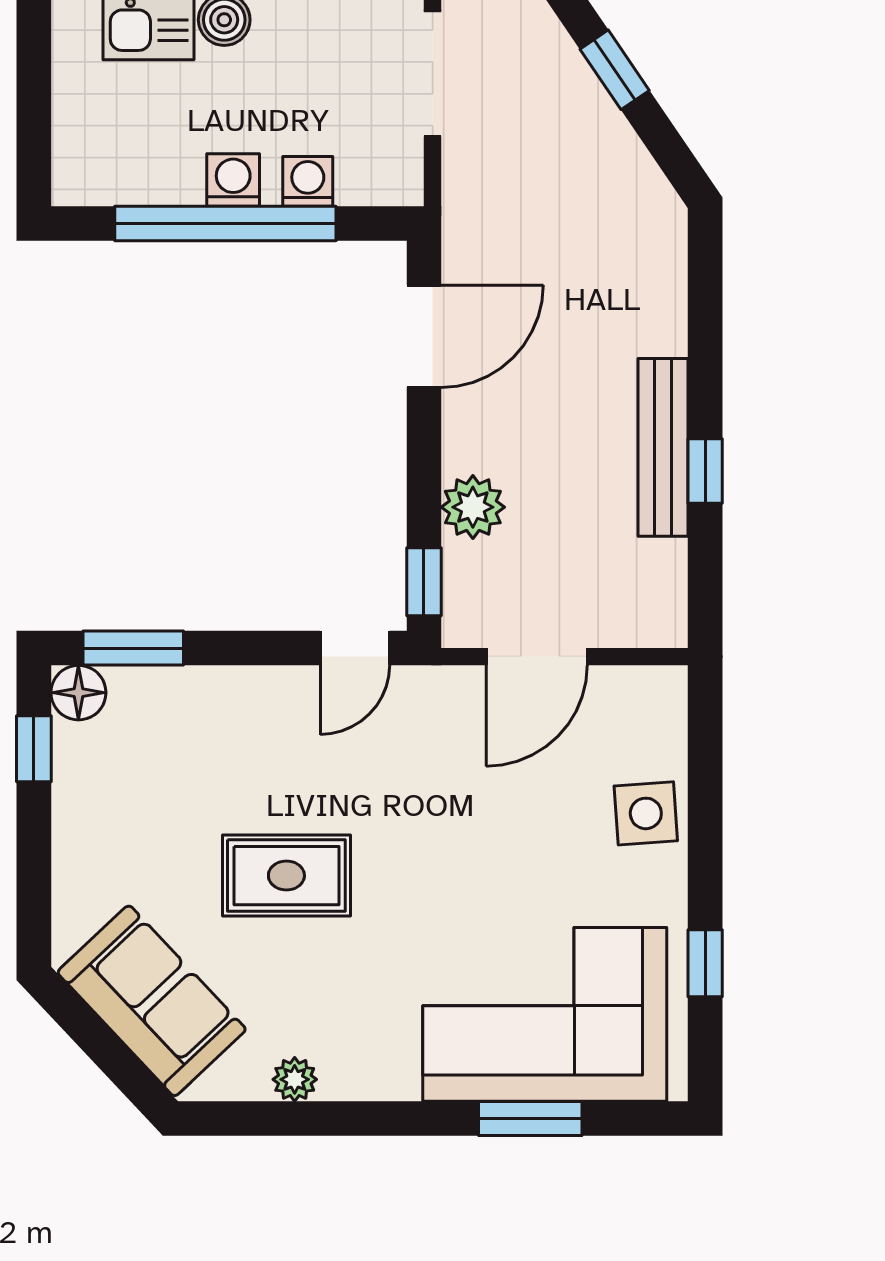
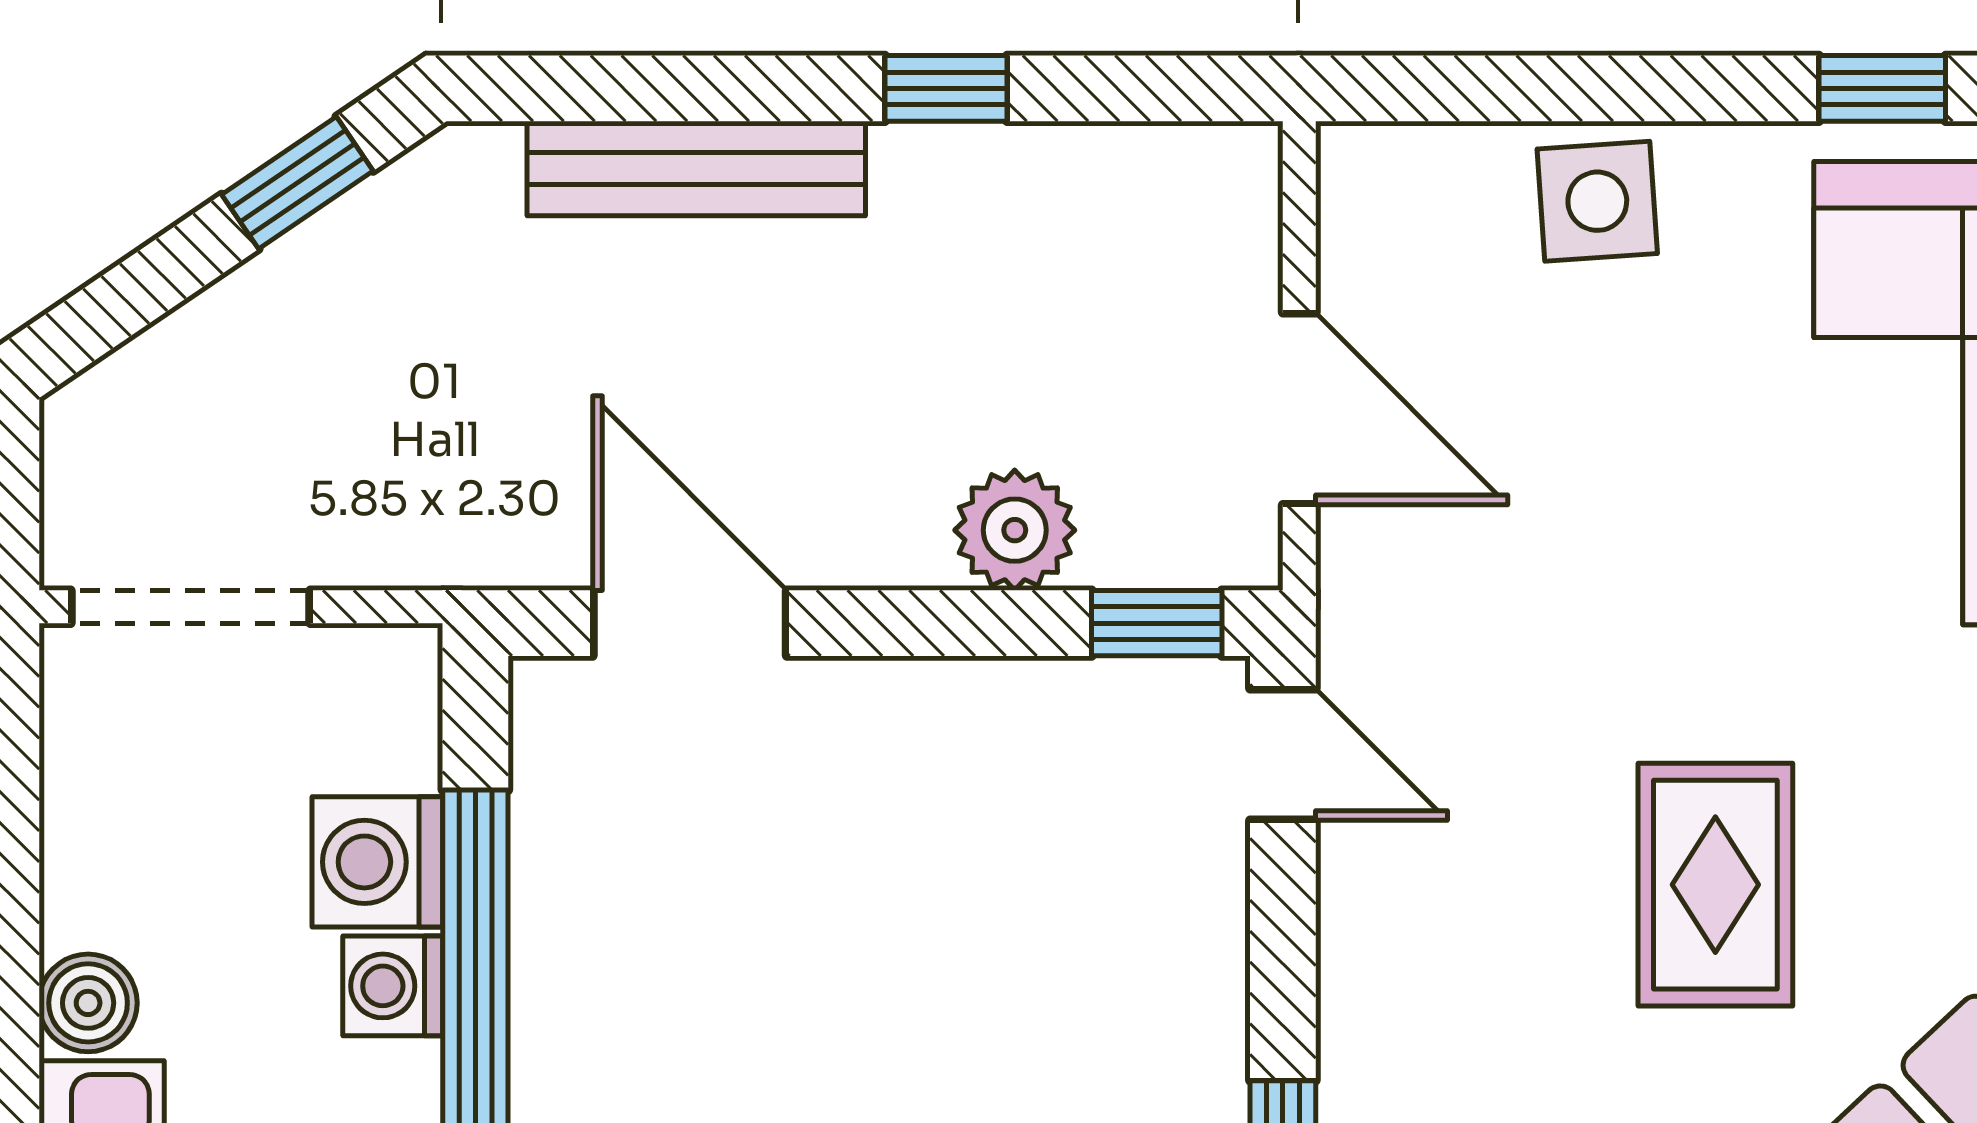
window: (615, 70) -> (297, 183), moved
washing machine: (308, 181) -> (377, 862), width x1.38, depth x1.38
bench: (663, 447) -> (696, 169), moved

